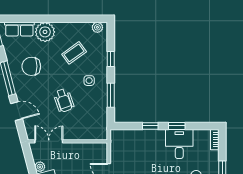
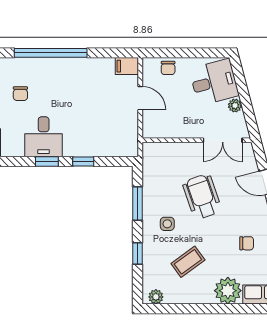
chair: (31, 66) -> (247, 243), width x0.54, depth x0.54
wheelchair: (64, 100) -> (202, 197), width x1.36, depth x1.37

